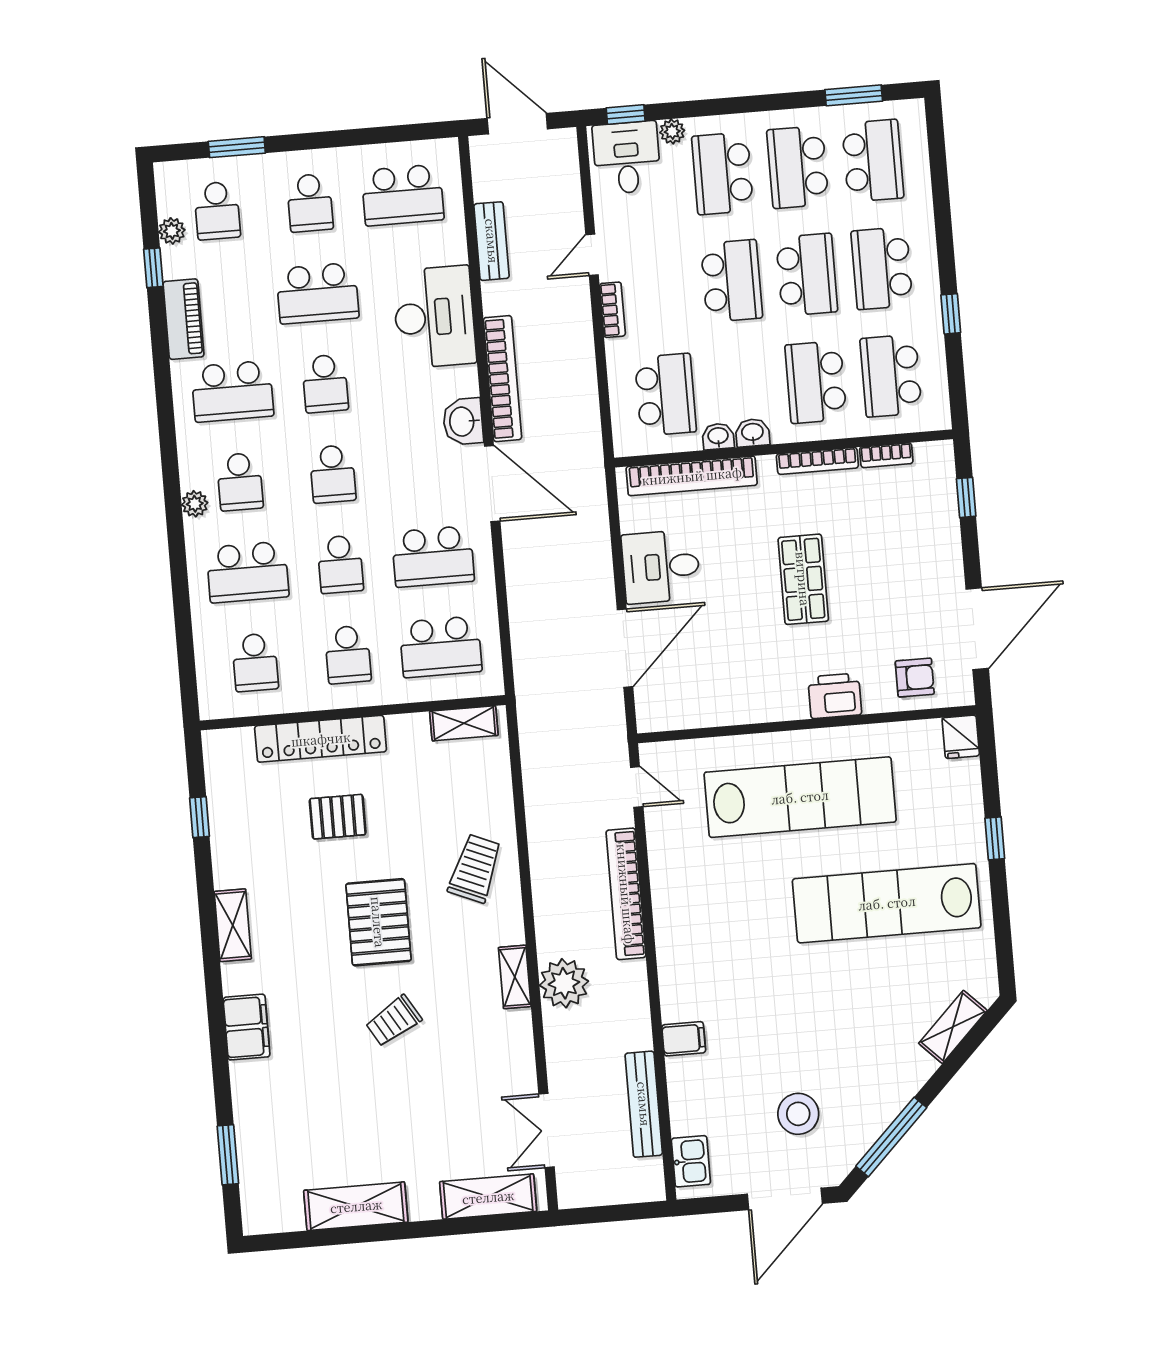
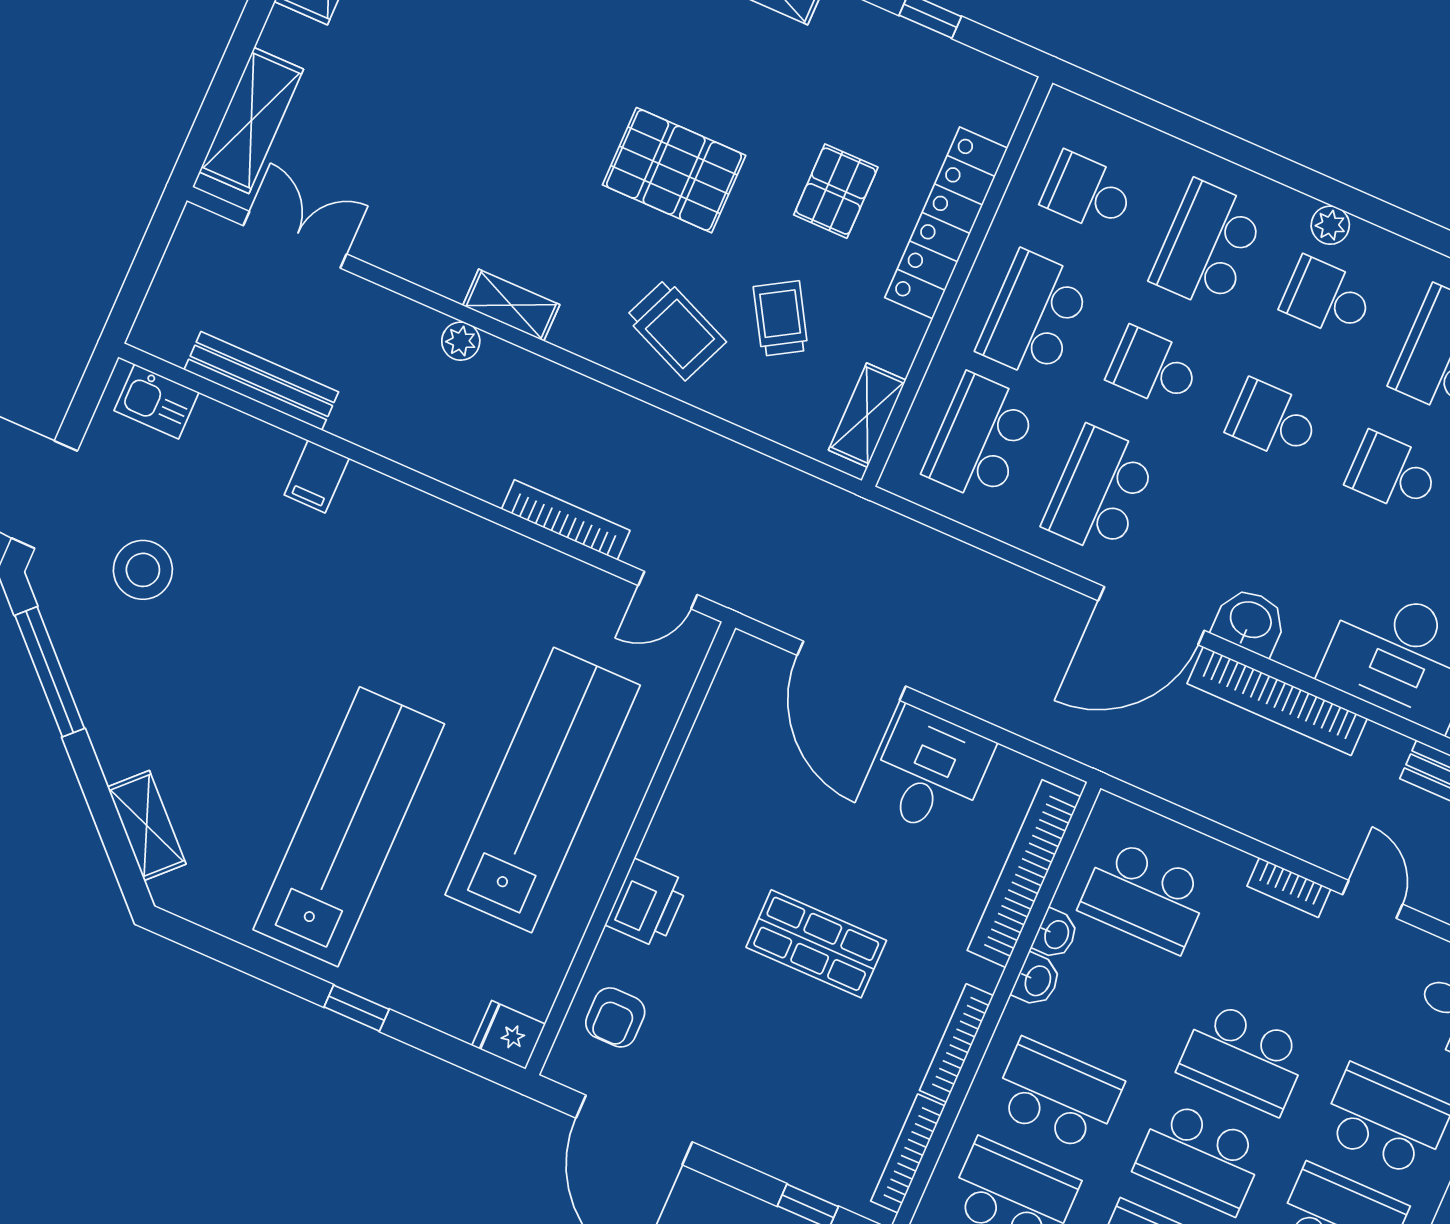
bookcase: (886, 455) -> (908, 1153), width x1.56
school desk: (348, 655) -> (1034, 315), width x1.85
lab bench: (800, 797) -> (543, 790), turned 180
bookcase: (626, 894) -> (566, 520), width x0.68, depth x0.76
plant: (564, 983) -> (461, 341), width x0.53, depth x0.53
trolley: (394, 1021) -> (781, 319), moved

